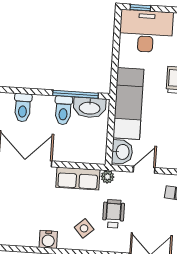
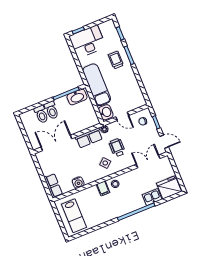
toilet: (63, 110) -> (52, 110), moved
door: (144, 170) -> (122, 116), swing flipped
water cooler: (48, 239) -> (78, 183), moved

